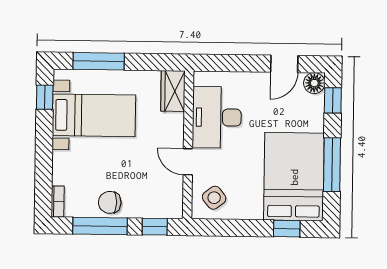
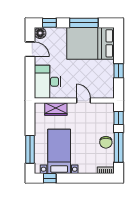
wardrobe: (173, 91) -> (56, 109), moved
desk: (217, 117) -> (47, 82), moved, turned 90
door: (188, 162) -> (83, 101), swing flipped
side table: (214, 198) -> (103, 86), removed
window: (287, 229) -> (119, 71), moved

